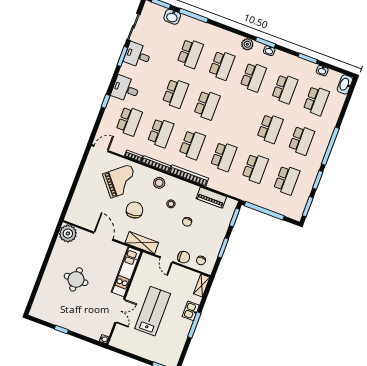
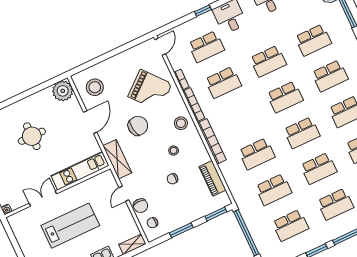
school desk: (192, 145) -> (302, 133), moved
door: (101, 149) -> (160, 47), hinge flipped
stool: (85, 212) -> (95, 87), added
double door: (120, 311) -> (43, 199), swing flipped

